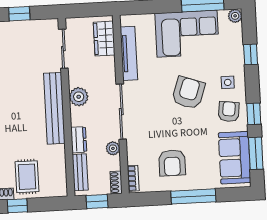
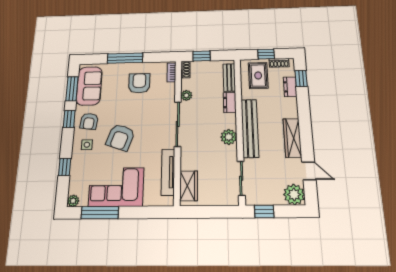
sliding door: (63, 49) -> (241, 178), moved
plant: (79, 97) -> (229, 137), moved
wall: (66, 107) -> (239, 129), moved
bench: (54, 108) -> (250, 128), moved
dresser: (79, 140) -> (230, 102), moved
bench: (80, 172) -> (229, 77), moved

